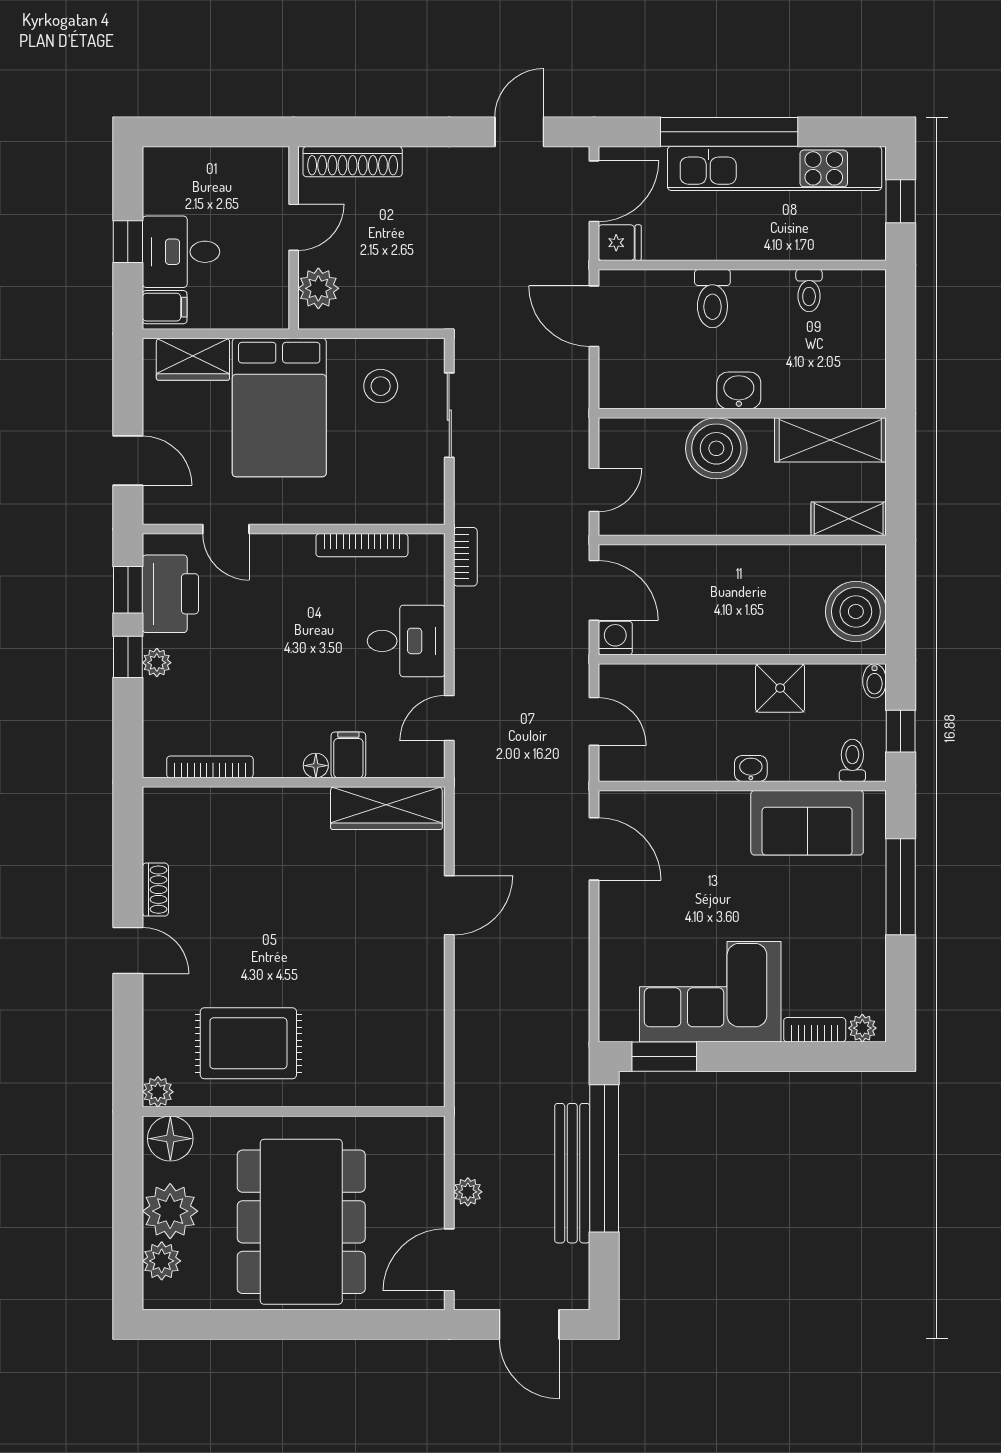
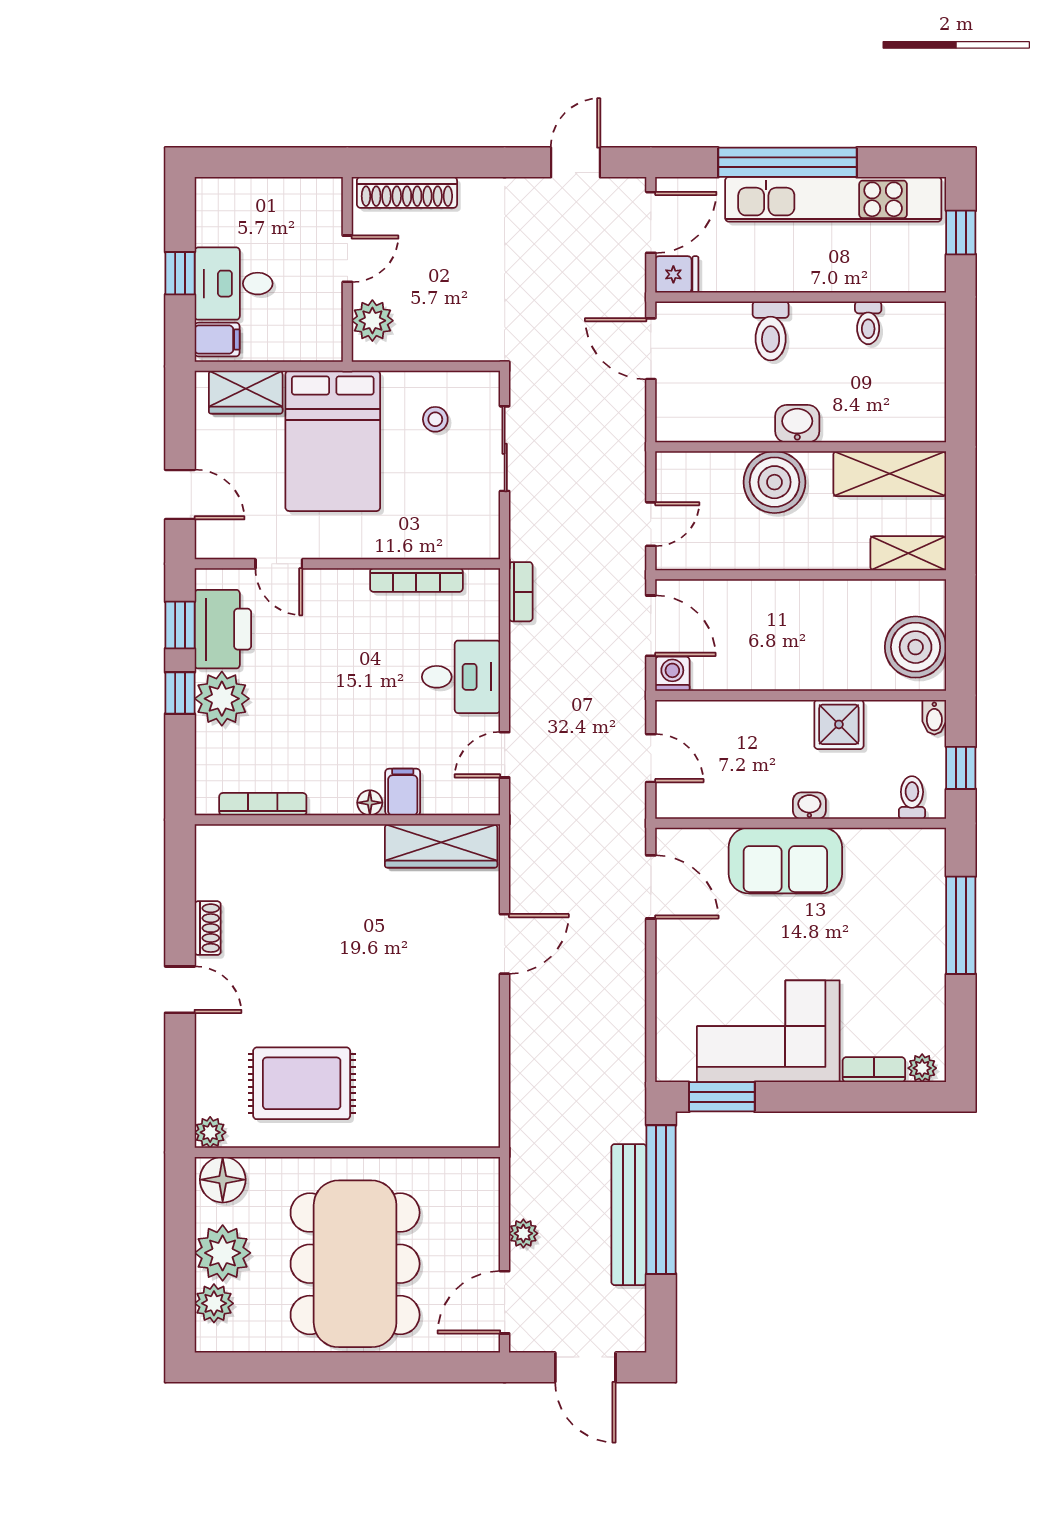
stool: (381, 386) -> (435, 419), width x0.73, depth x0.73
plant: (157, 663) -> (222, 699), width x1.88, depth x1.88
sofa: (807, 823) -> (785, 861), moved

